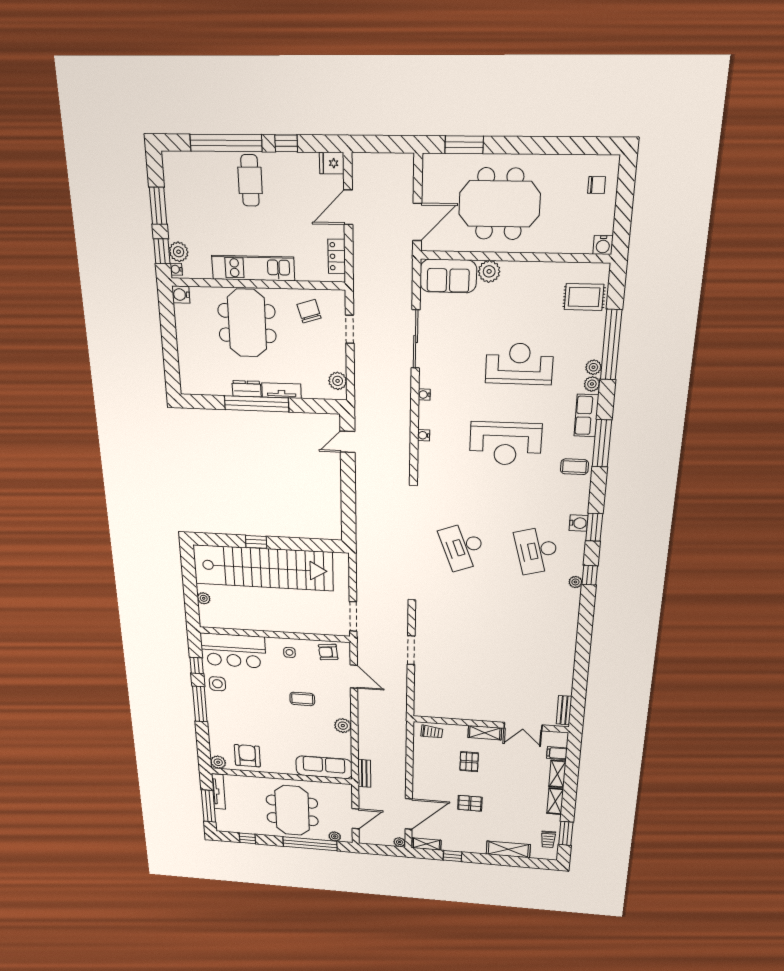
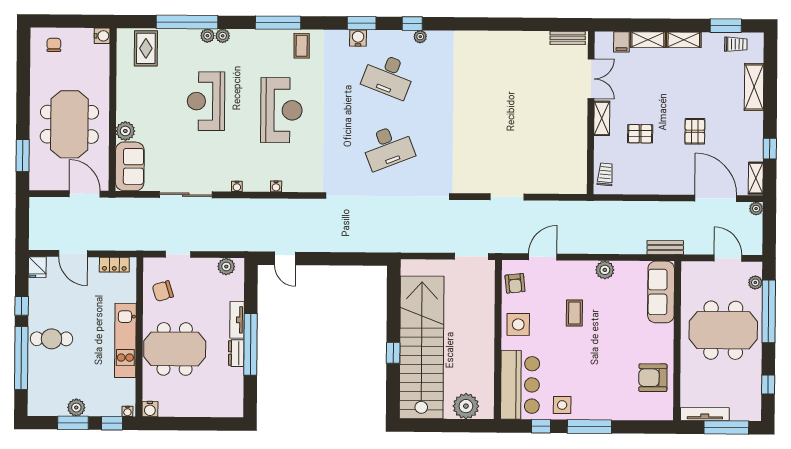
plant: (179, 252) -> (76, 408), moved
row of seats: (586, 415) -> (252, 39), removed
desk: (537, 550) -> (388, 76), turned 36
plant: (204, 598) -> (466, 406), width x1.87, depth x1.87
side table: (289, 652) -> (518, 324), width x1.87, depth x1.87
plant: (218, 762) -> (664, 412), removed

